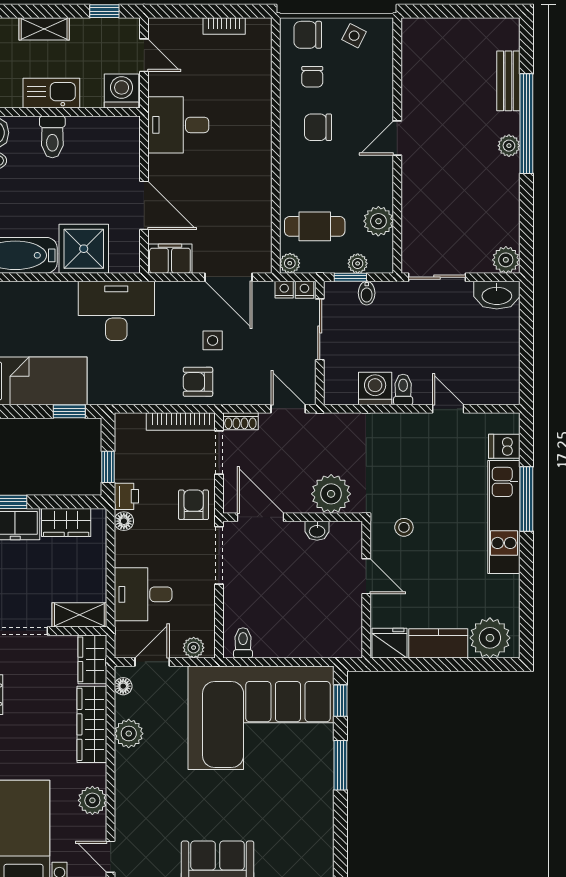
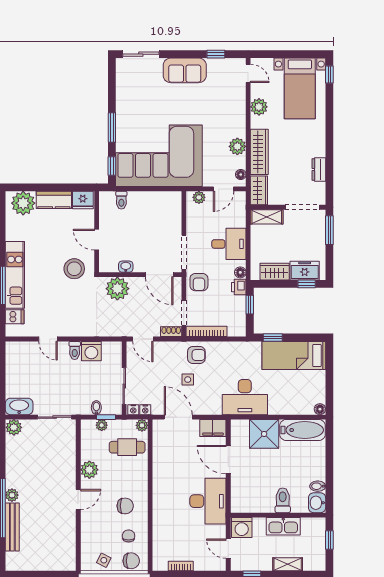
bench: (508, 81) -> (12, 527), width x1.36
desk: (178, 125) -> (208, 501), width x1.37
plant: (378, 221) -> (89, 470), moved
stool: (404, 527) -> (74, 269), width x1.89, depth x1.89
desk: (143, 594) -> (229, 244), moved
toilet: (243, 643) -> (121, 200), moved

